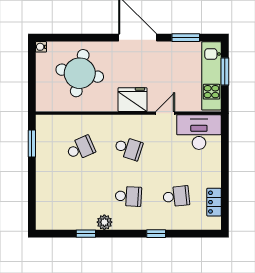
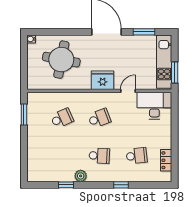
window: (225, 71) -> (175, 72), moved
school desk: (128, 148) -> (99, 118), turned -39

